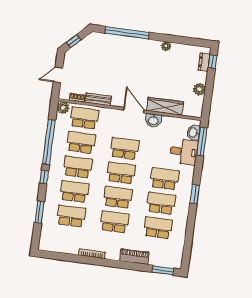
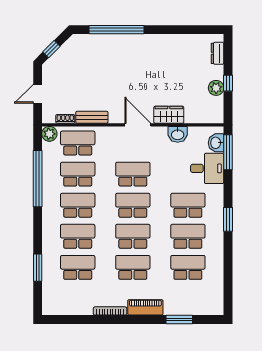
plant: (166, 46) -> (167, 40), removed
window: (213, 62) -> (228, 83), moved
wardrobe: (165, 106) -> (169, 115), width x0.67
washbasin: (153, 120) -> (178, 134), moved
window: (44, 177) -> (38, 223), removed
piano: (134, 257) -> (145, 307), moved
window: (163, 270) -> (179, 319), moved

